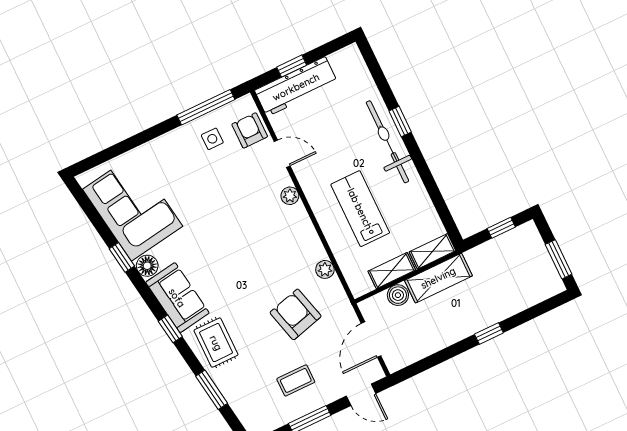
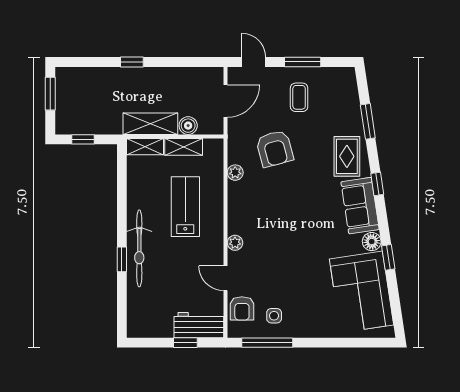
workbench: (296, 87) -> (199, 325), width x0.73
lab bench: (360, 209) -> (185, 207), turned 180
coffee table: (296, 380) -> (299, 97), turned 90

